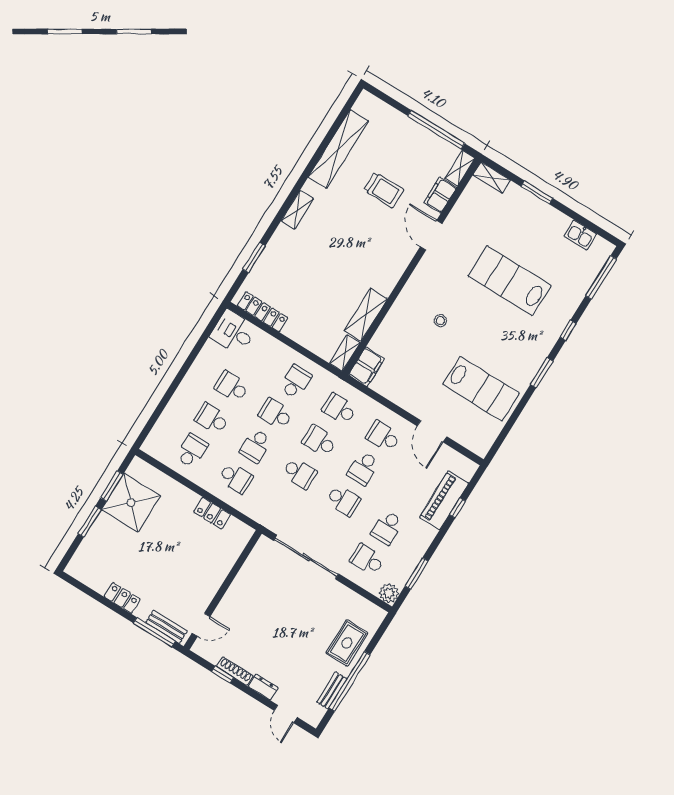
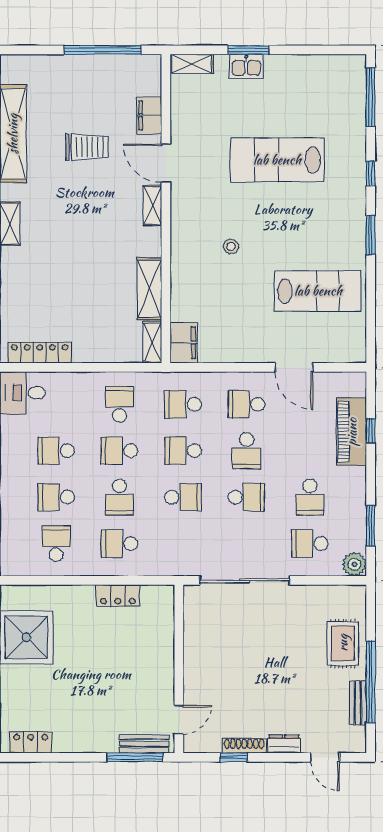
shelving: (460, 168) -> (152, 206), moved
kitchen sink: (580, 235) -> (246, 66), moved
school desk: (236, 478) -> (120, 544), turned 180
locker: (122, 598) -> (31, 742), moved

